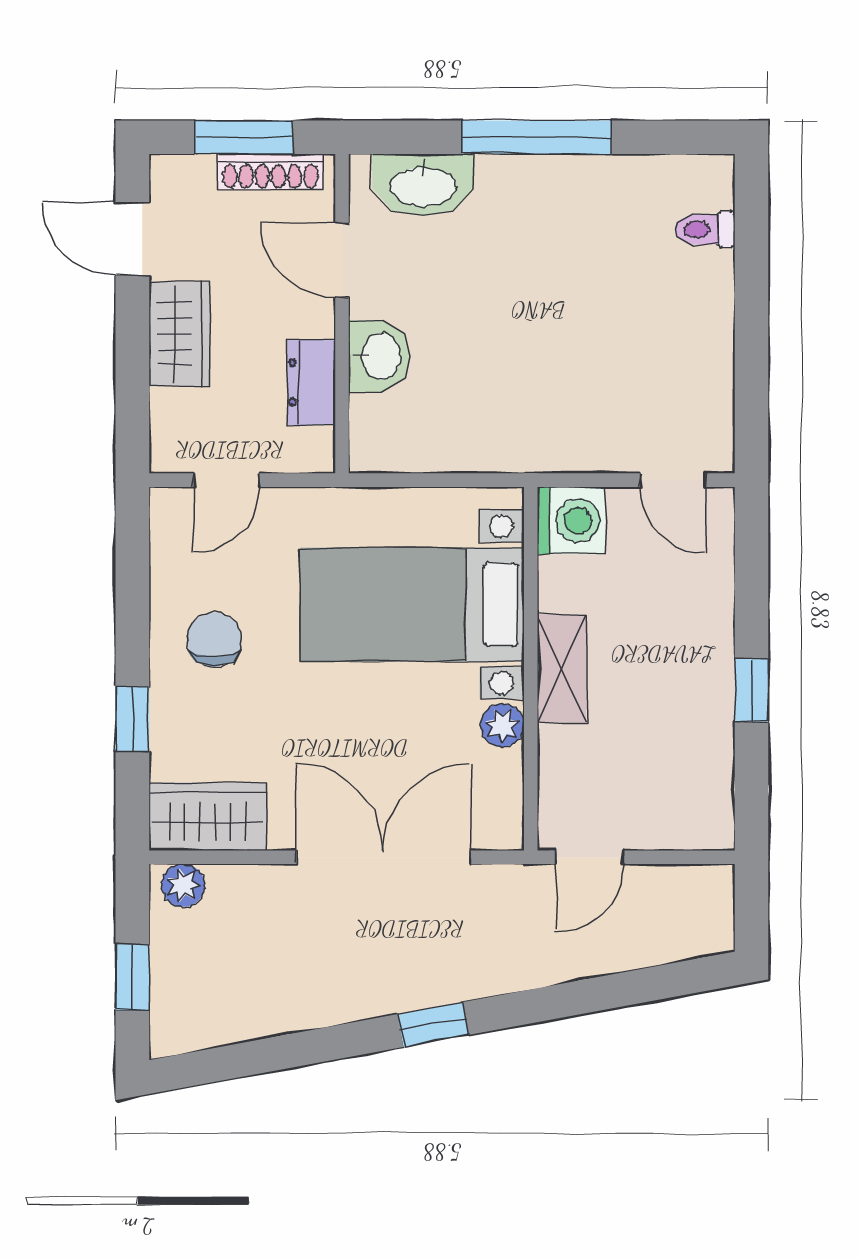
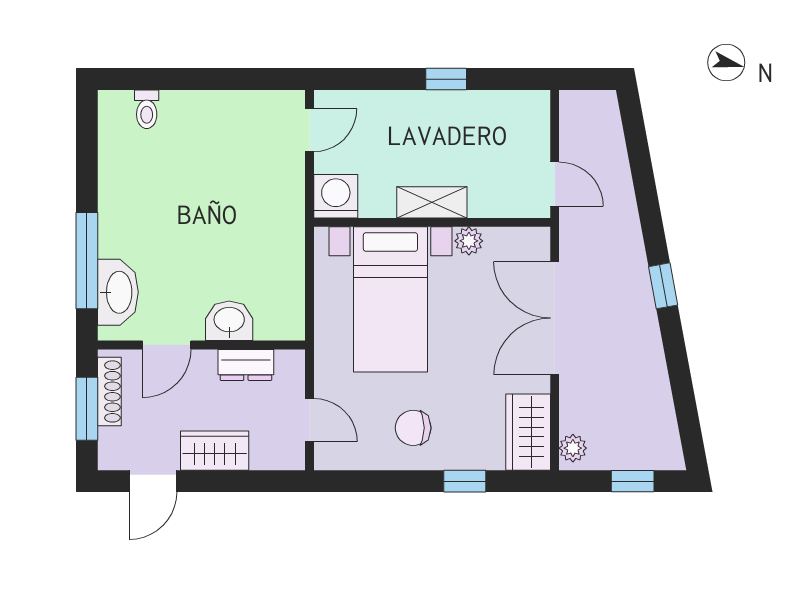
window: (537, 137) -> (87, 261), moved

